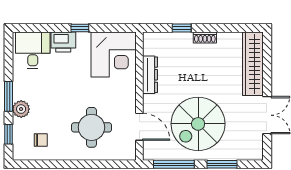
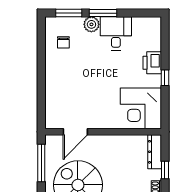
desk: (33, 50) -> (116, 33), moved, turned -90
dresser: (150, 75) -> (155, 152), moved, turned 90
round table: (91, 127) -> (75, 88), removed
window: (9, 134) -> (69, 13), width x1.50

